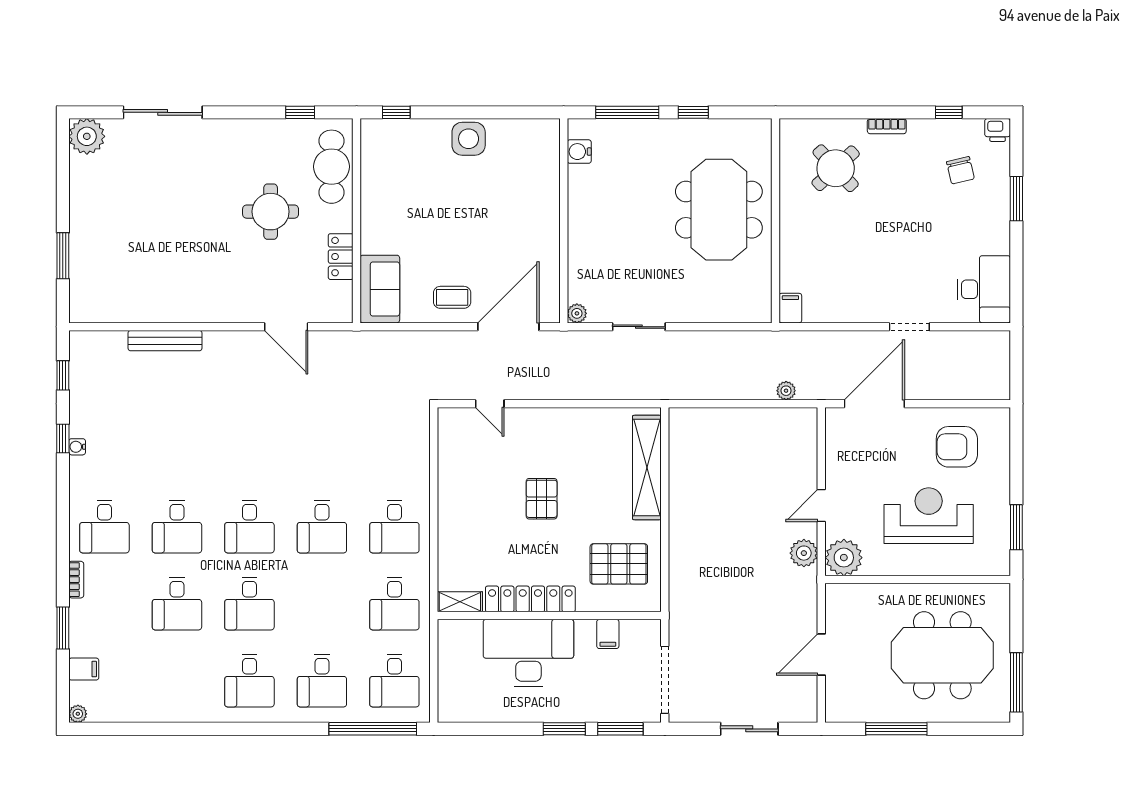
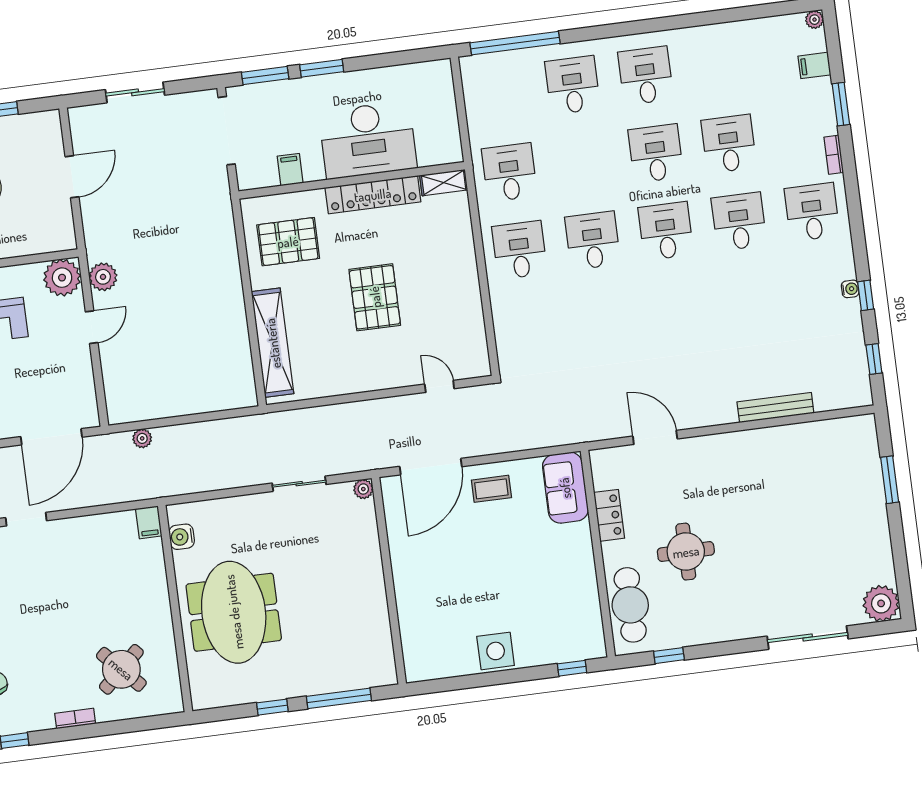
water cooler: (579, 152) -> (182, 537), moved, turned 180
pallet: (542, 499) -> (375, 297), width x1.50, depth x1.42
desk: (394, 681) -> (499, 95), removed

